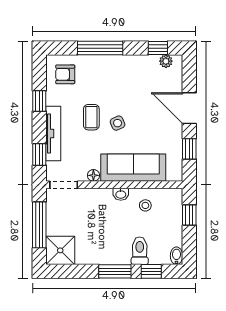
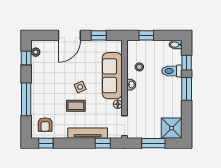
window: (39, 101) -> (46, 143), moved
window: (39, 225) -> (153, 143), width x0.69

